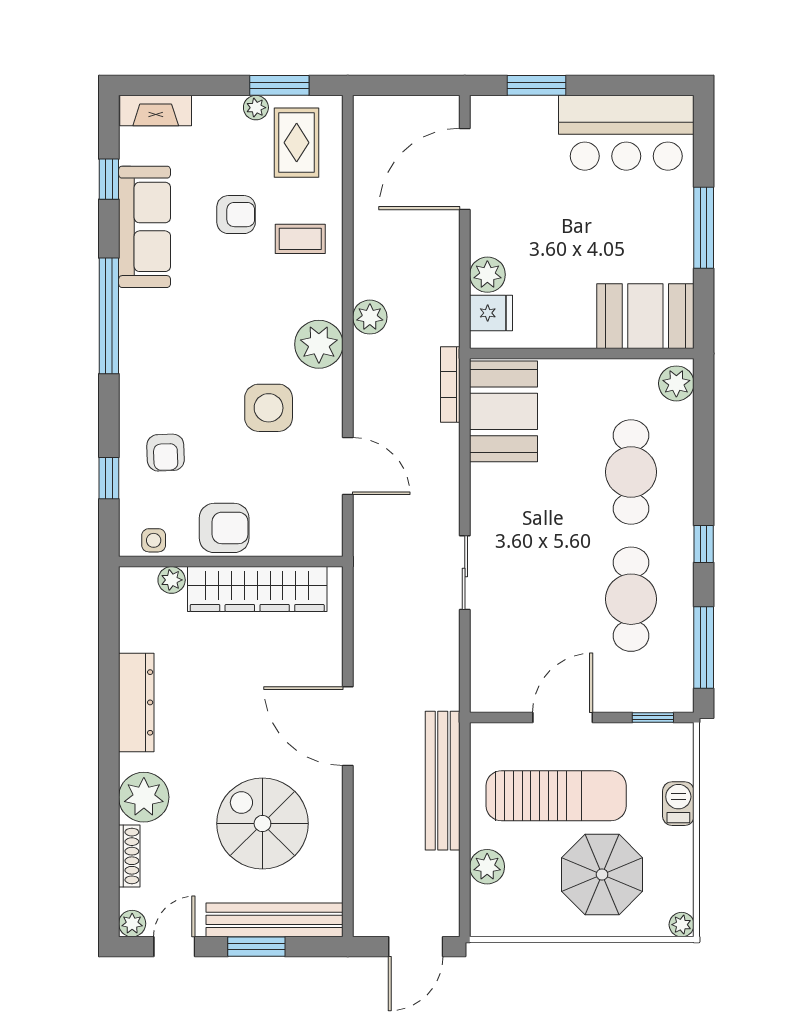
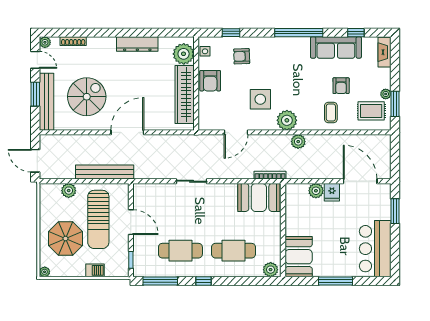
fridge: (491, 313) -> (332, 192), moved
plant: (172, 580) -> (184, 54), width x1.87, depth x1.87
plant: (144, 797) -> (98, 47), removed

